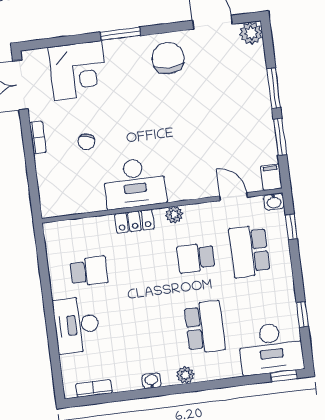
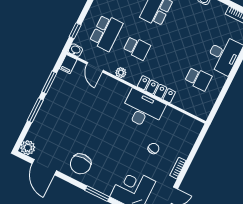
plant: (174, 215) -> (121, 73), moved
locker: (134, 221) -> (156, 89), width x1.53
school desk: (89, 271) -> (198, 79), turned 180

